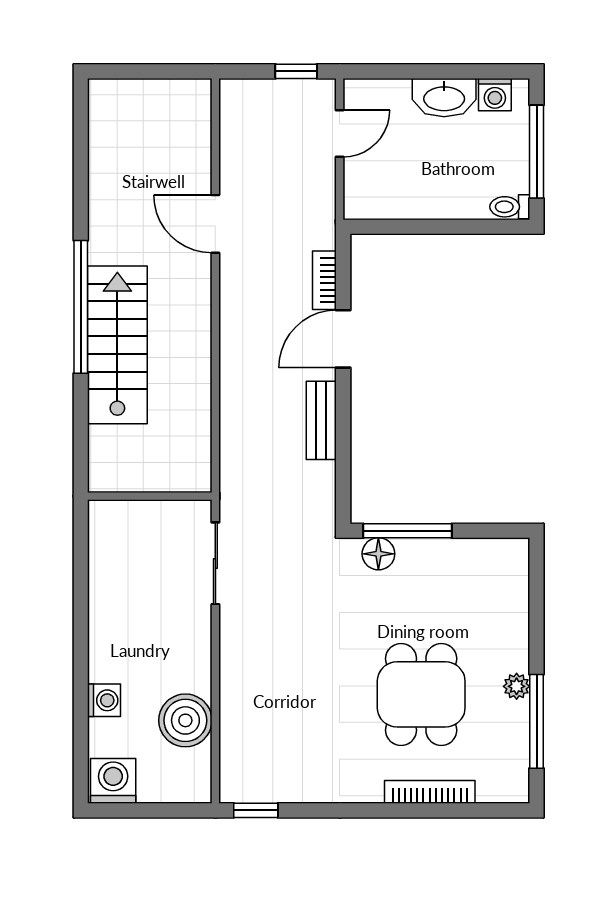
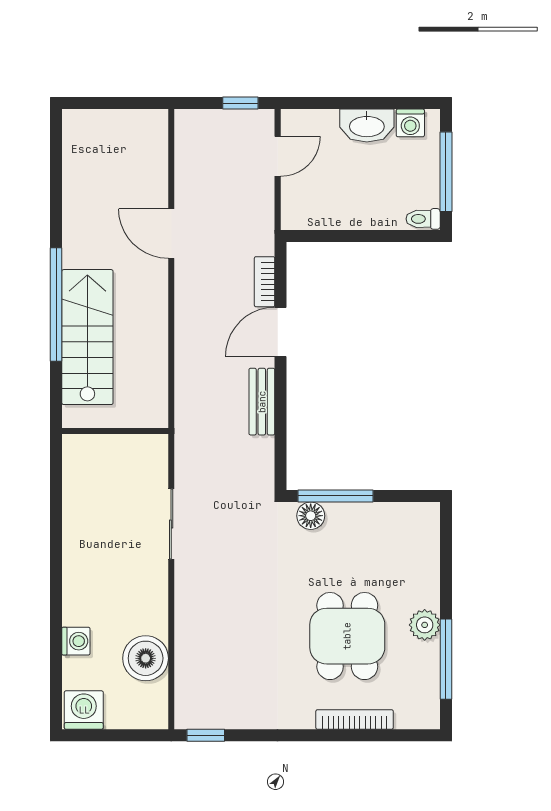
wall: (150, 496) -> (115, 431), moved
plant: (517, 686) -> (425, 625), width x1.38, depth x1.38

